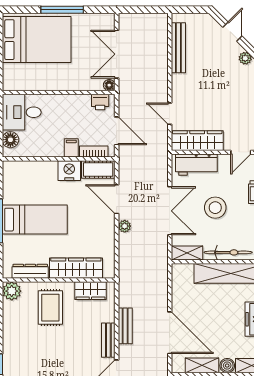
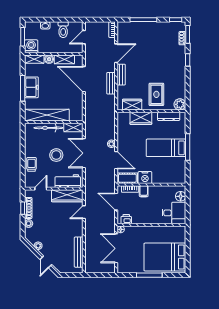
double door: (117, 54) -> (116, 248), swing flipped
door: (170, 114) -> (84, 212), swing flipped
wardrobe: (76, 268) -> (141, 118), width x0.67

